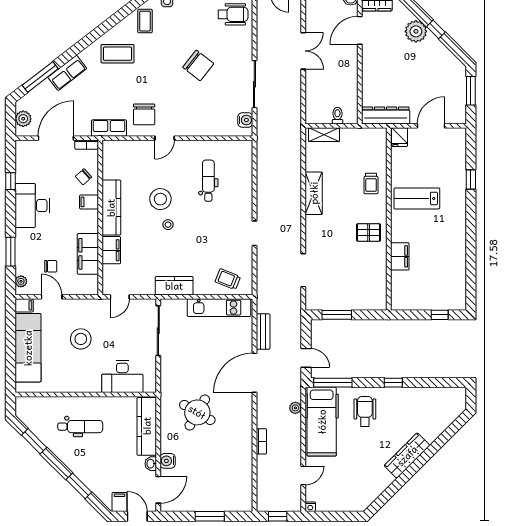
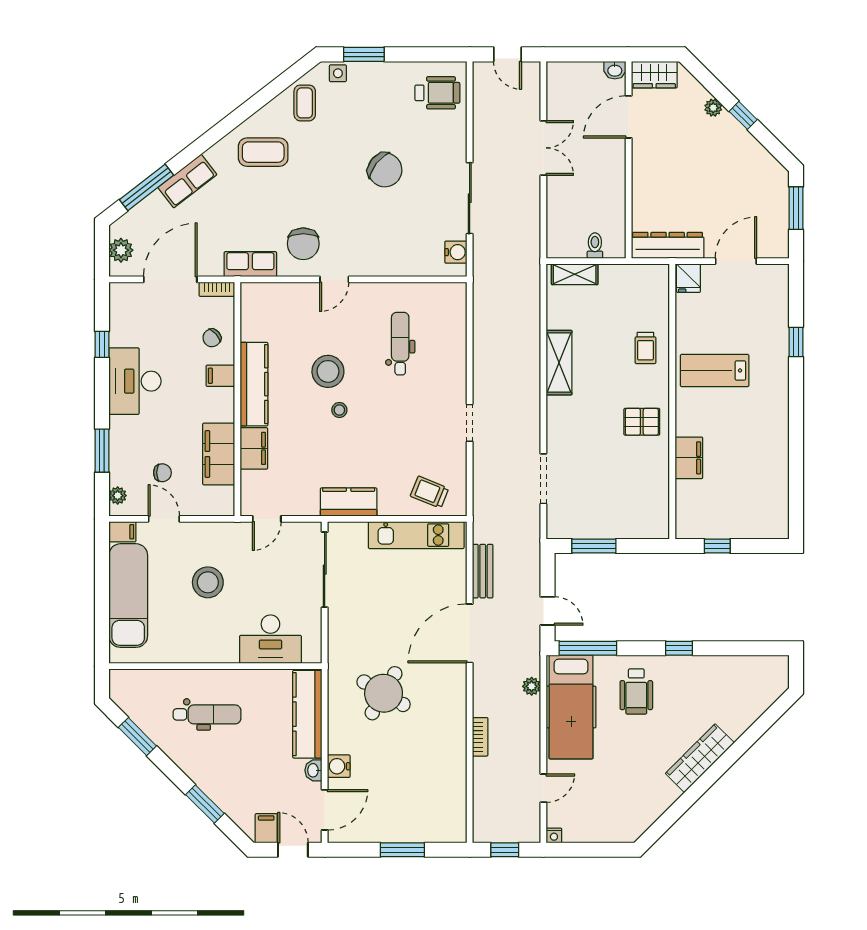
plant: (416, 31) -> (713, 108), width x0.53, depth x0.53
window: (440, 315) -> (717, 546), moved
wheelchair: (365, 411) -> (636, 692), turned 180

